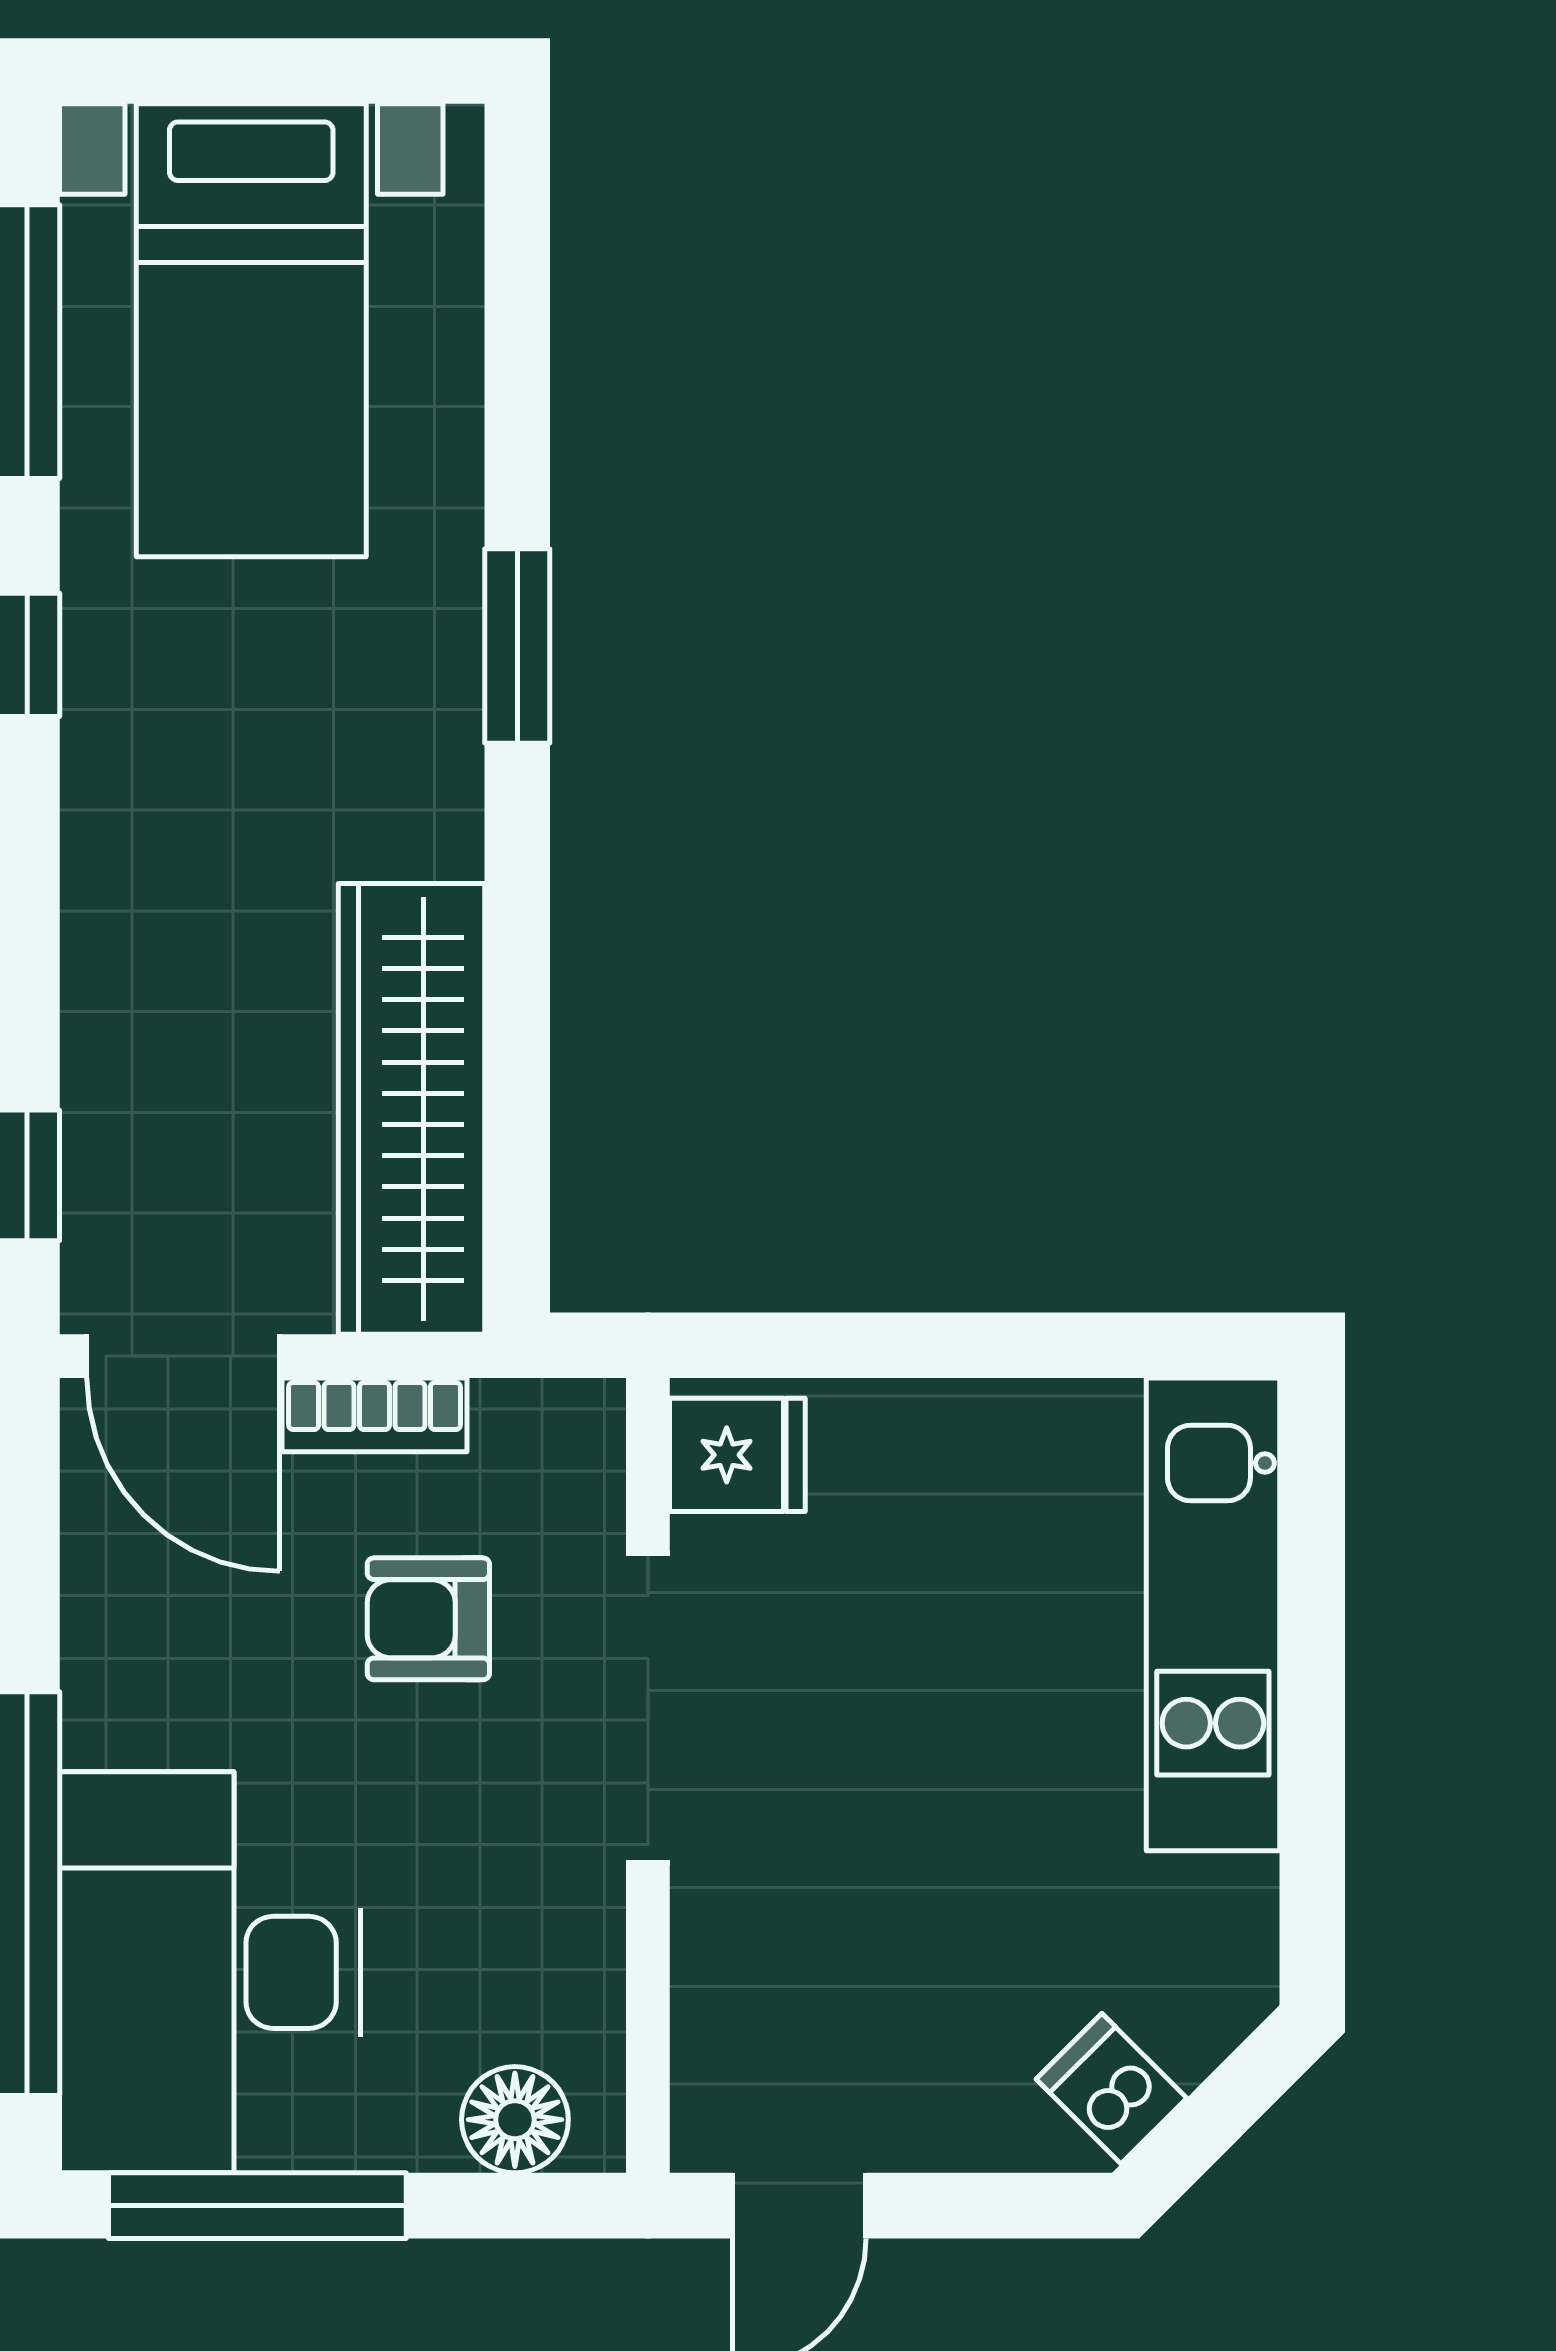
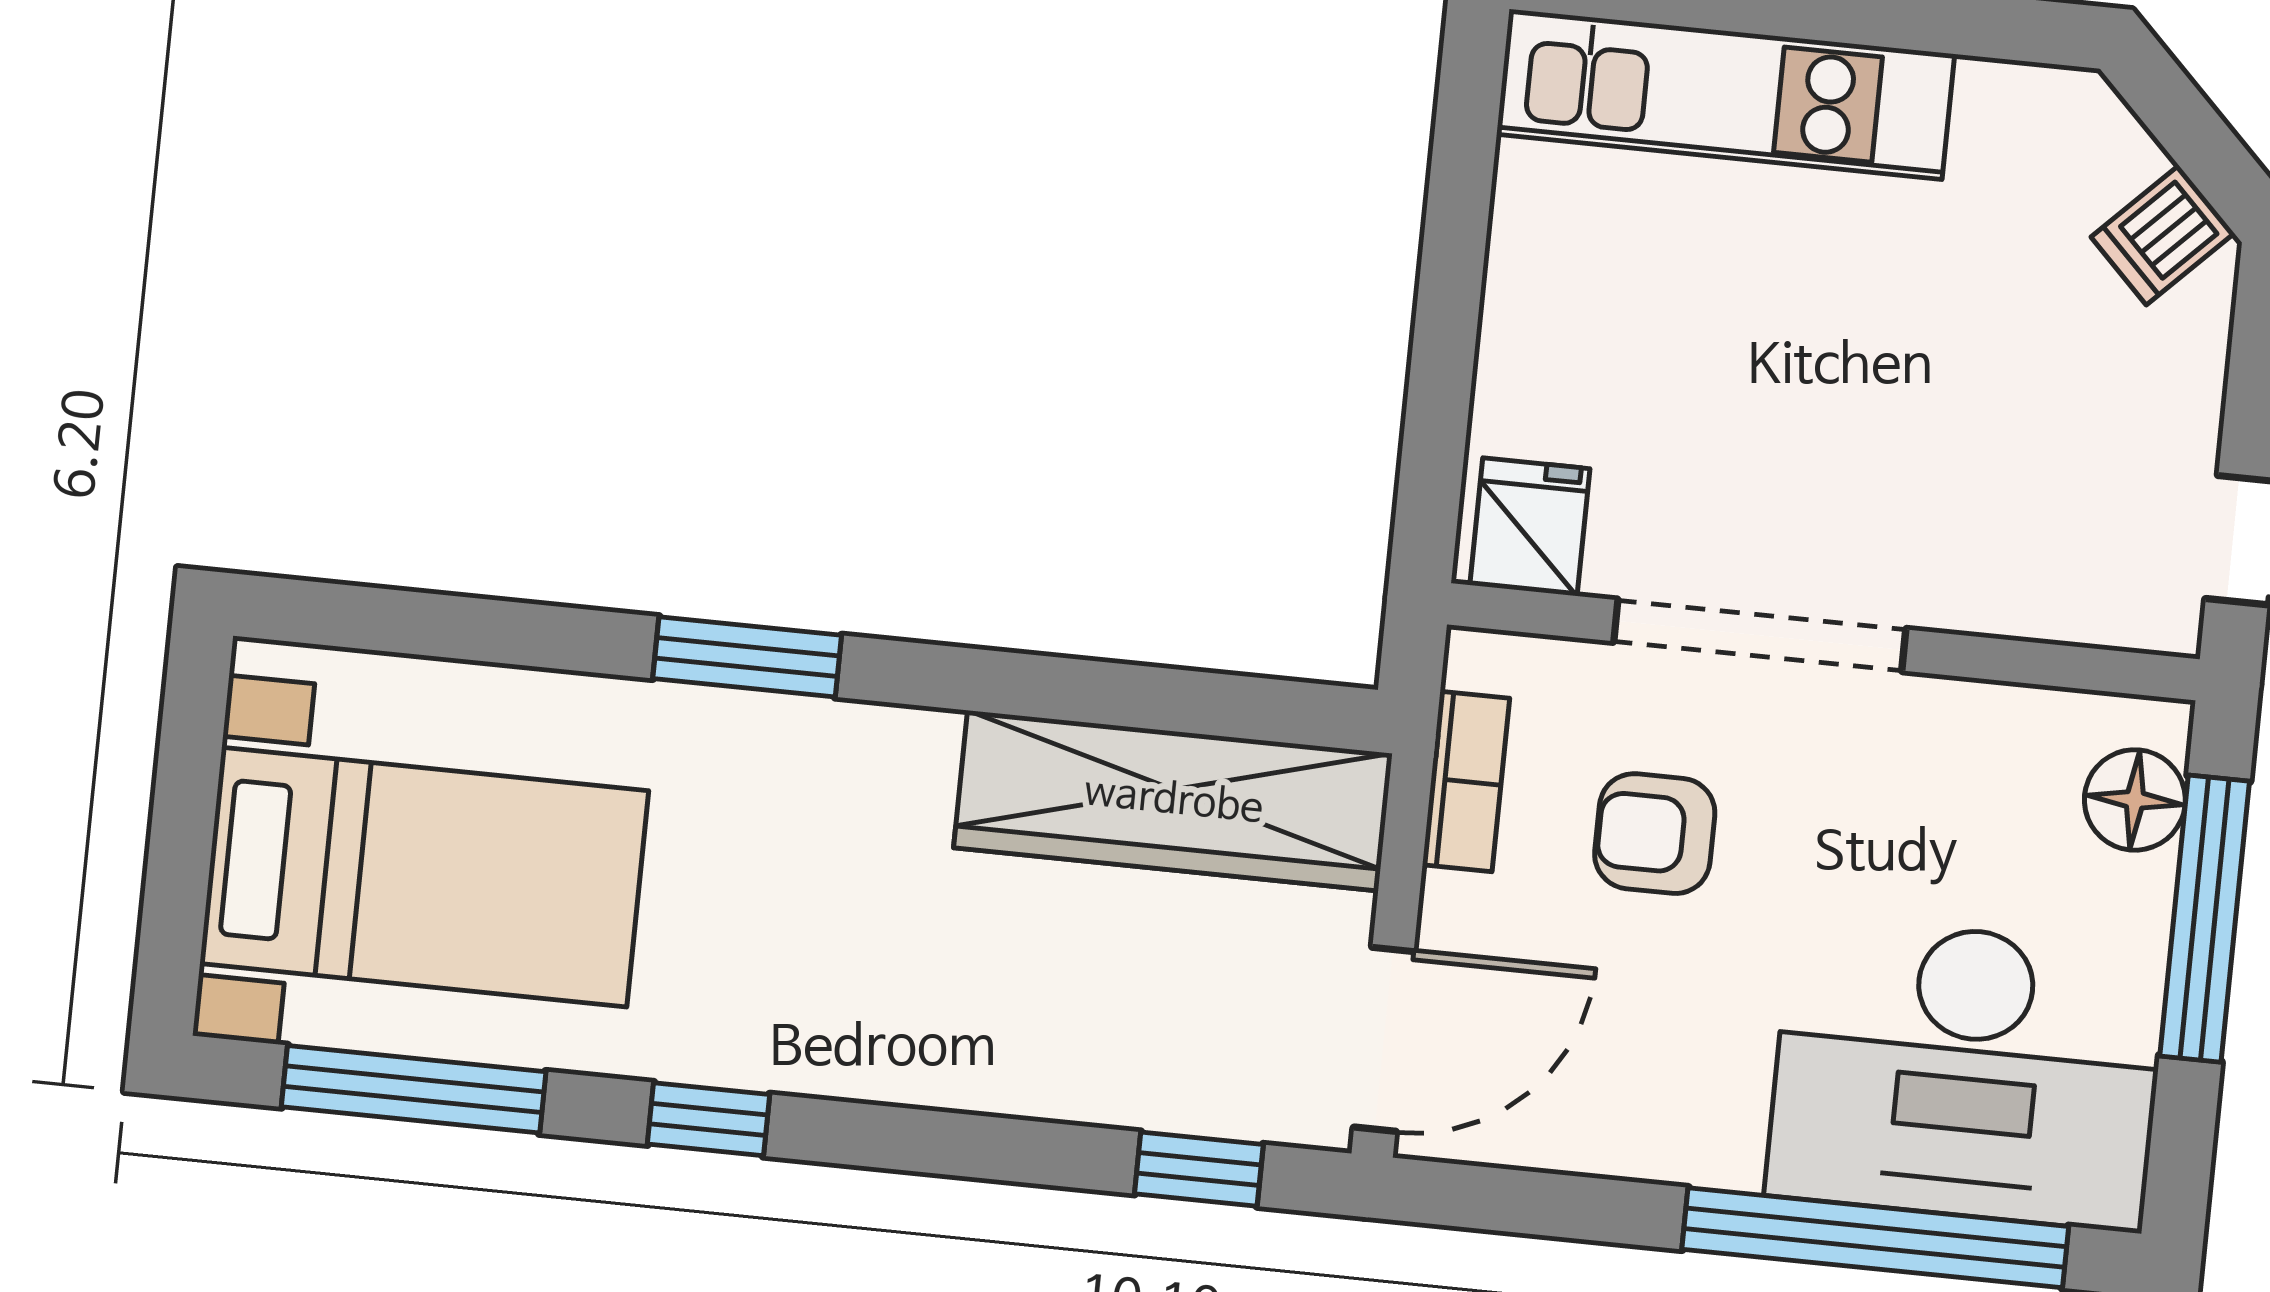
bookcase: (374, 1415) -> (1466, 781), moved
armchair: (428, 1619) -> (1655, 834), turned 90
window: (257, 2206) -> (2205, 919), moved

